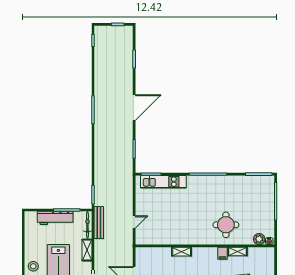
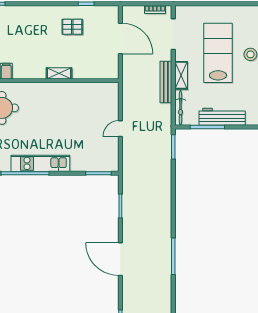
door: (134, 108) -> (120, 259), hinge flipped
kitchen unit: (163, 182) -> (40, 163), moved
door: (134, 222) -> (120, 129), moved
bench: (99, 223) -> (166, 82), moved

